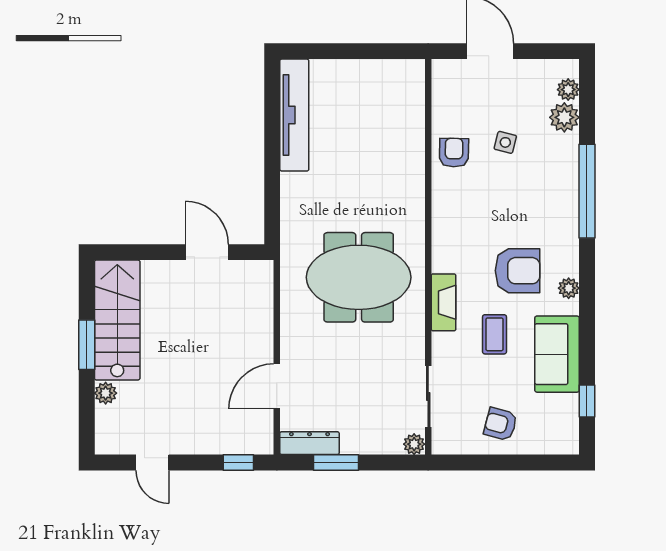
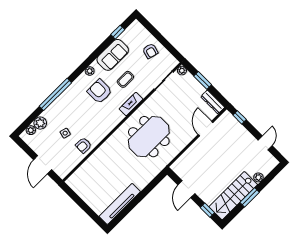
window: (136, 252) -> (207, 210), added
meeting table: (359, 277) -> (149, 137), turned 90
door: (277, 386) -> (206, 129), swing flipped
window: (336, 463) -> (203, 80), moved

